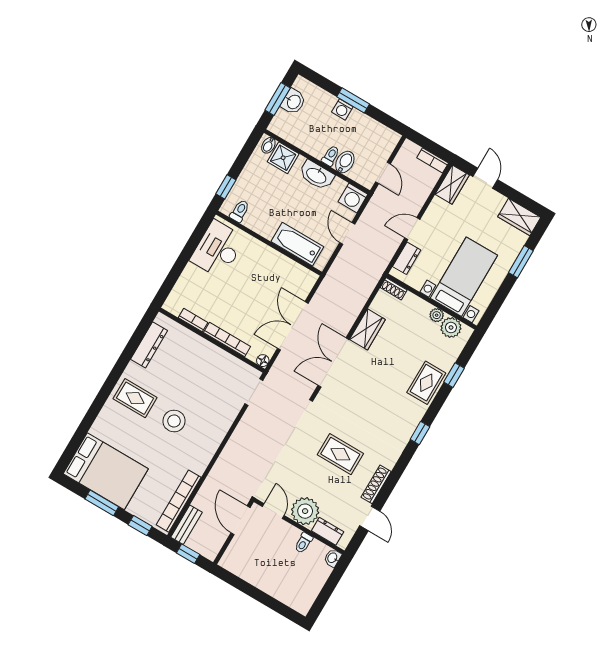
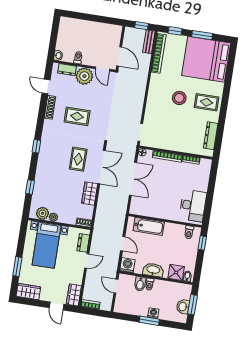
rug: (426, 383) -> (78, 159), moved
bed: (106, 471) -> (206, 59), width x1.36

